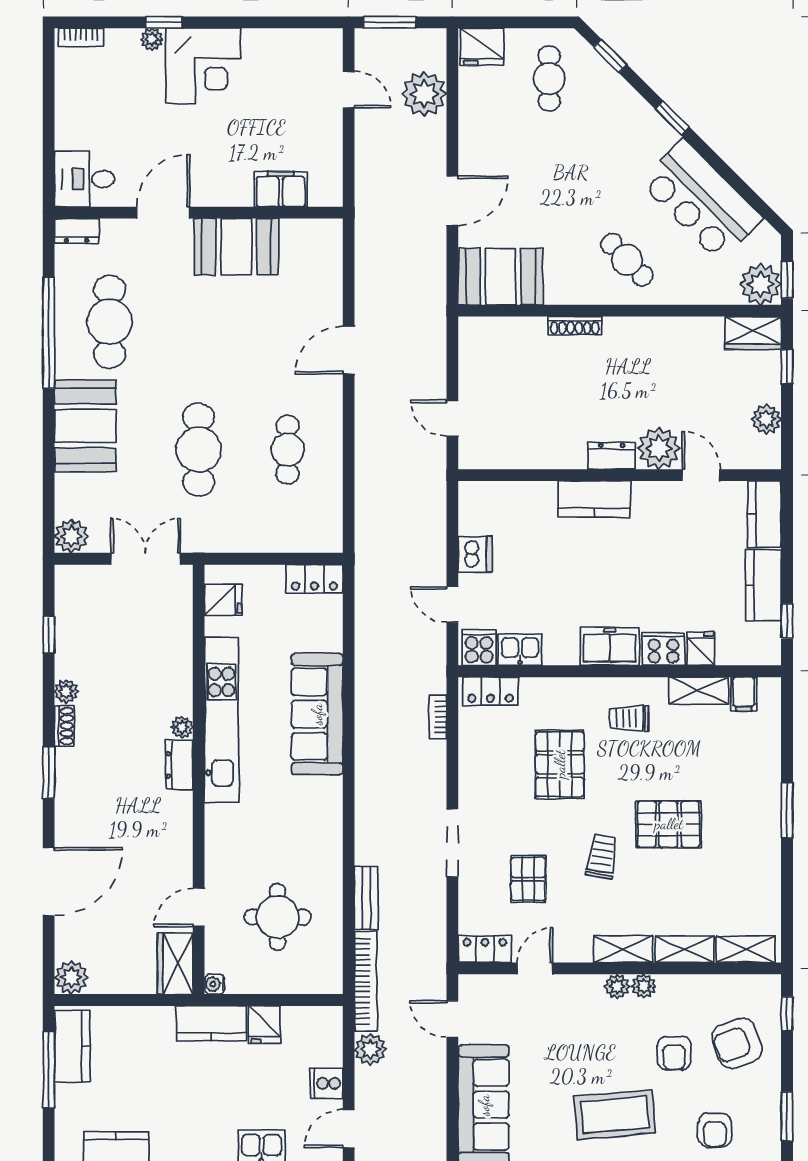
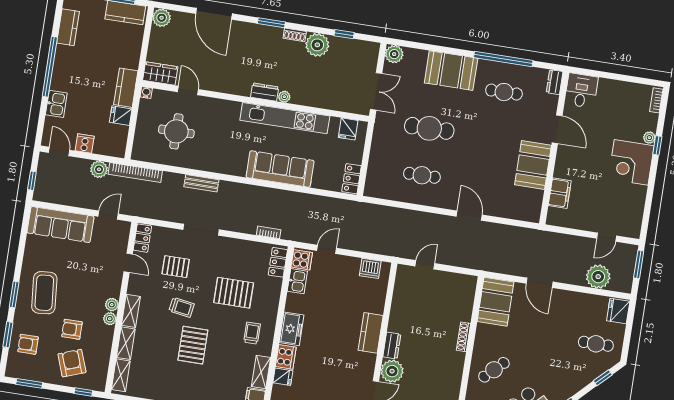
cafe table: (110, 322) -> (504, 92), width x0.73, depth x0.74
dishwasher: (475, 554) -> (370, 268), moved
plant: (66, 691) -> (317, 45), width x1.87, depth x1.87
bench: (366, 898) -> (201, 183), moved

